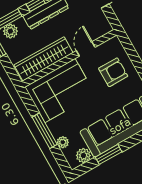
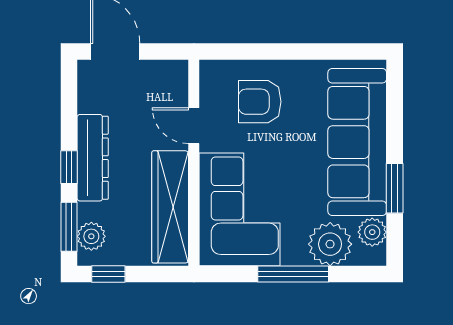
armchair: (113, 72) -> (260, 102), turned -90
plant: (63, 142) -> (330, 244), width x1.88, depth x1.88

